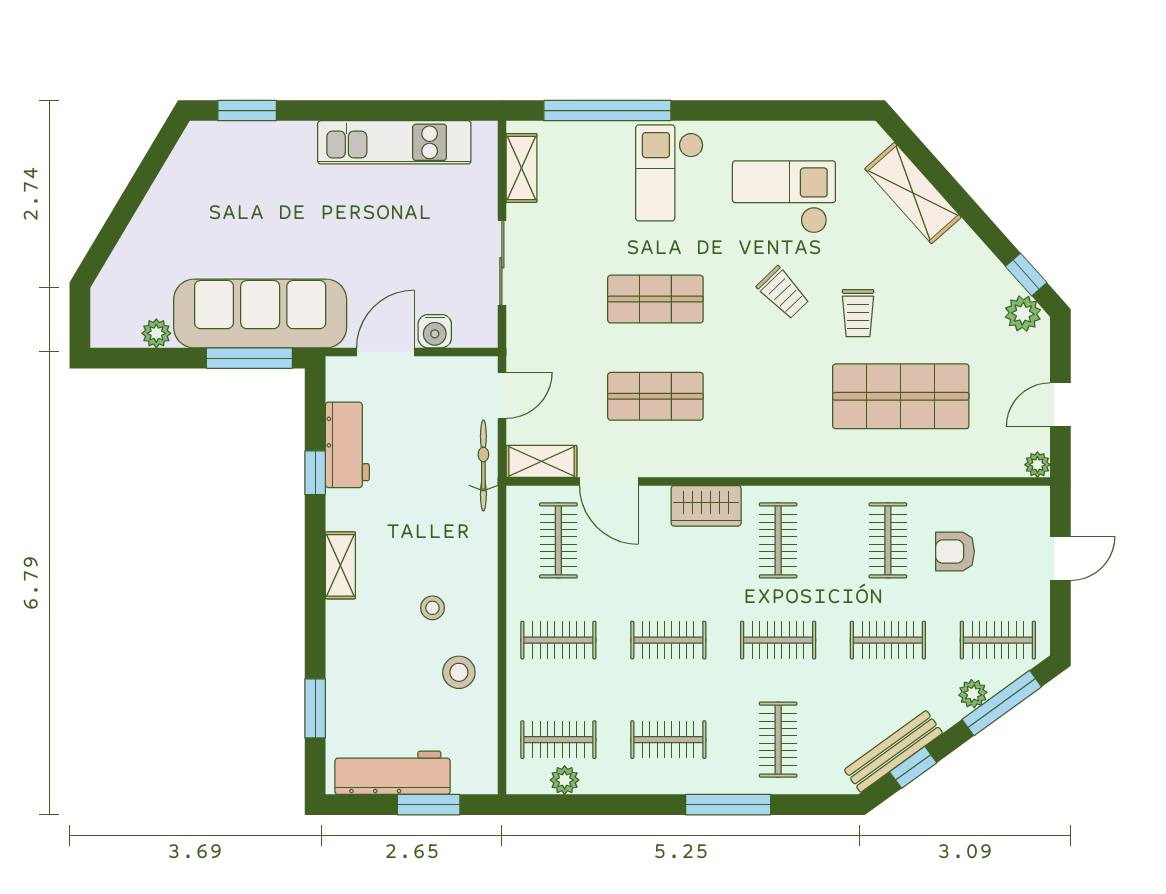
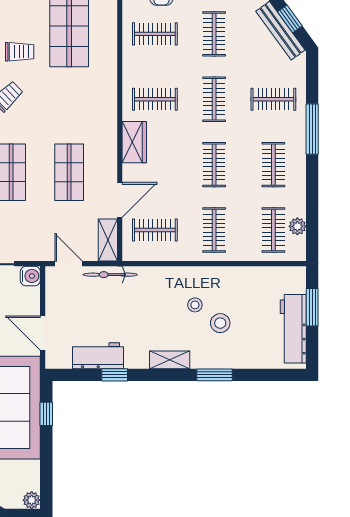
water cooler: (435, 331) -> (30, 276), moved
plant: (156, 333) -> (32, 500), moved
window: (249, 358) -> (46, 414), width x0.46
stool: (459, 672) -> (220, 323), moved
window: (315, 708) -> (214, 375), moved

